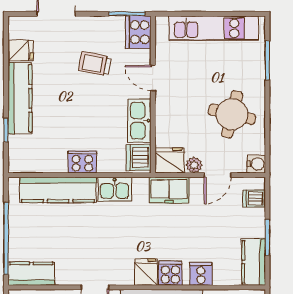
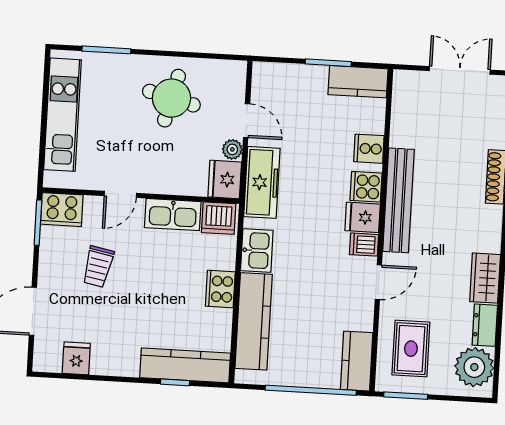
kitchen counter: (20, 98) -> (185, 365), moved
water cooler: (256, 164) -> (235, 71), removed
freezer: (169, 190) -> (262, 182), width x1.40
dishwasher: (254, 199) -> (364, 245), moved, turned 90

